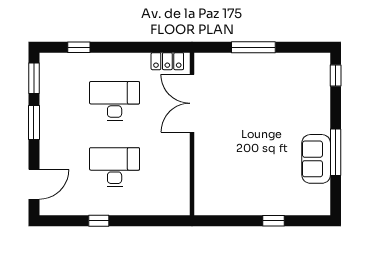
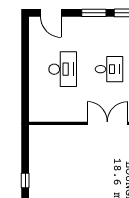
desk: (115, 101) -> (109, 69), width x0.73
window: (99, 221) -> (25, 58), removed

